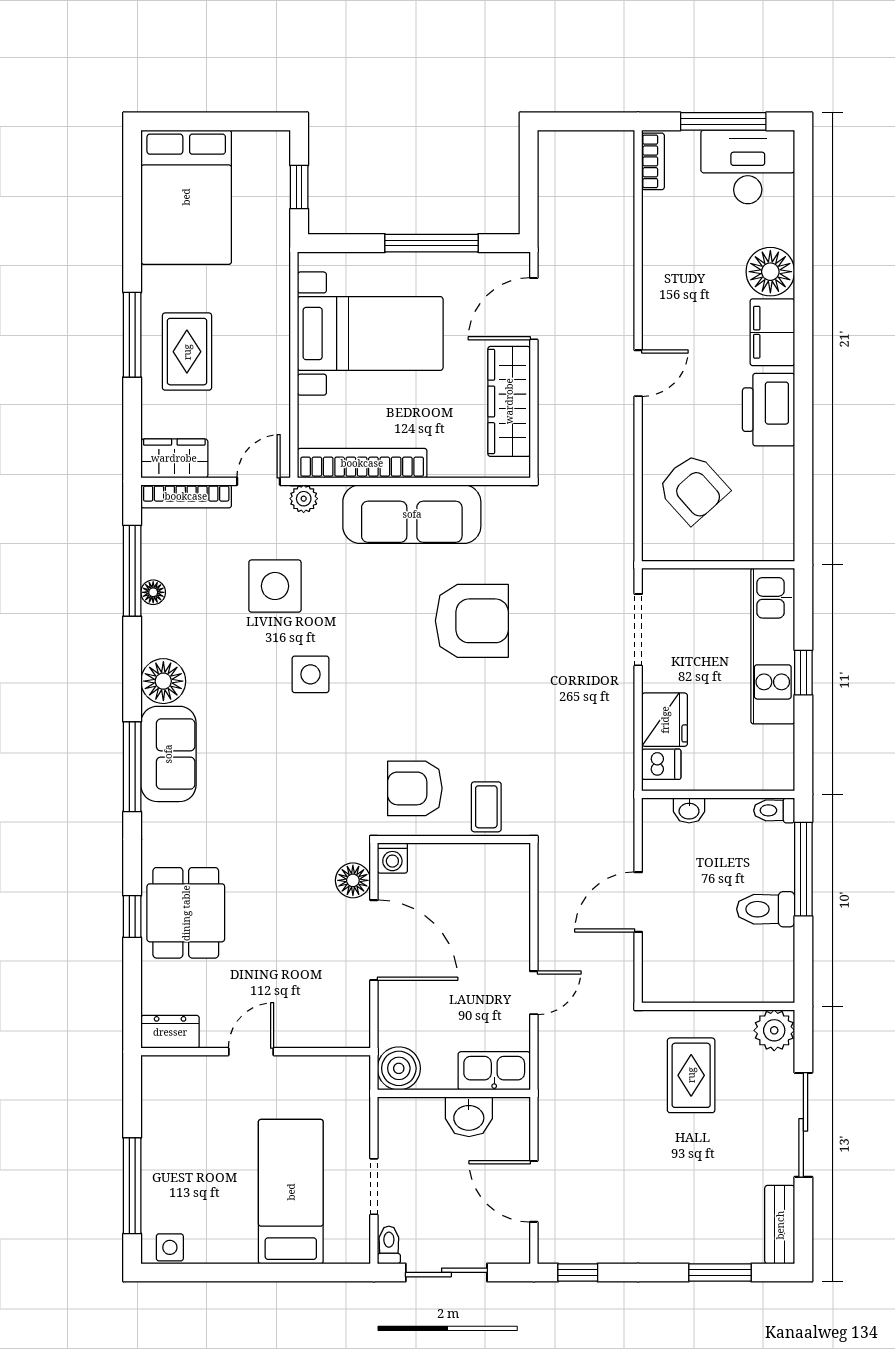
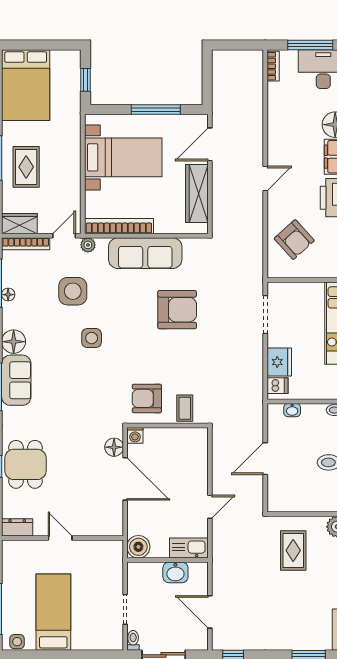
door: (251, 1052) -> (60, 538), hinge flipped
bed: (291, 1192) -> (53, 612), moved

